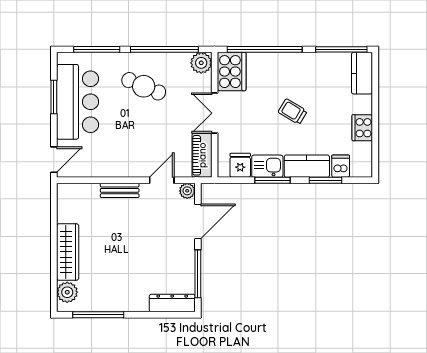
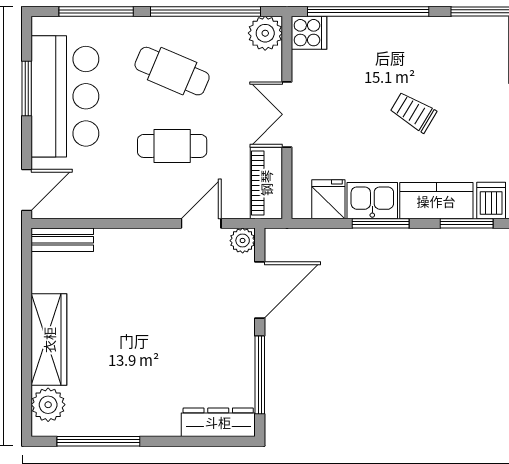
cooker: (232, 72) -> (309, 33), width x0.53, depth x0.76
cafe table: (144, 132) -> (172, 146), added
bench: (120, 190) -> (62, 240), moved

